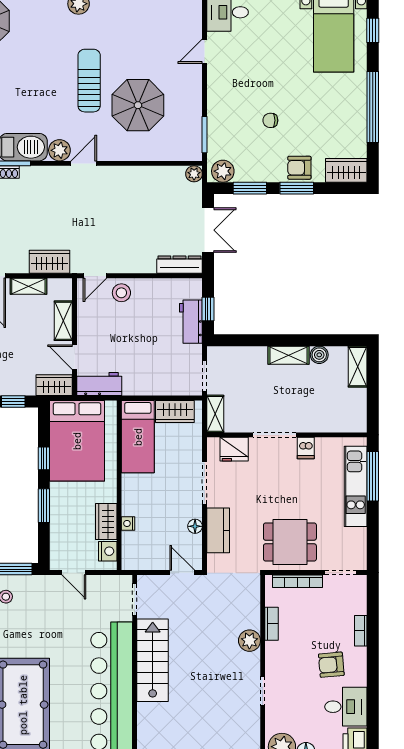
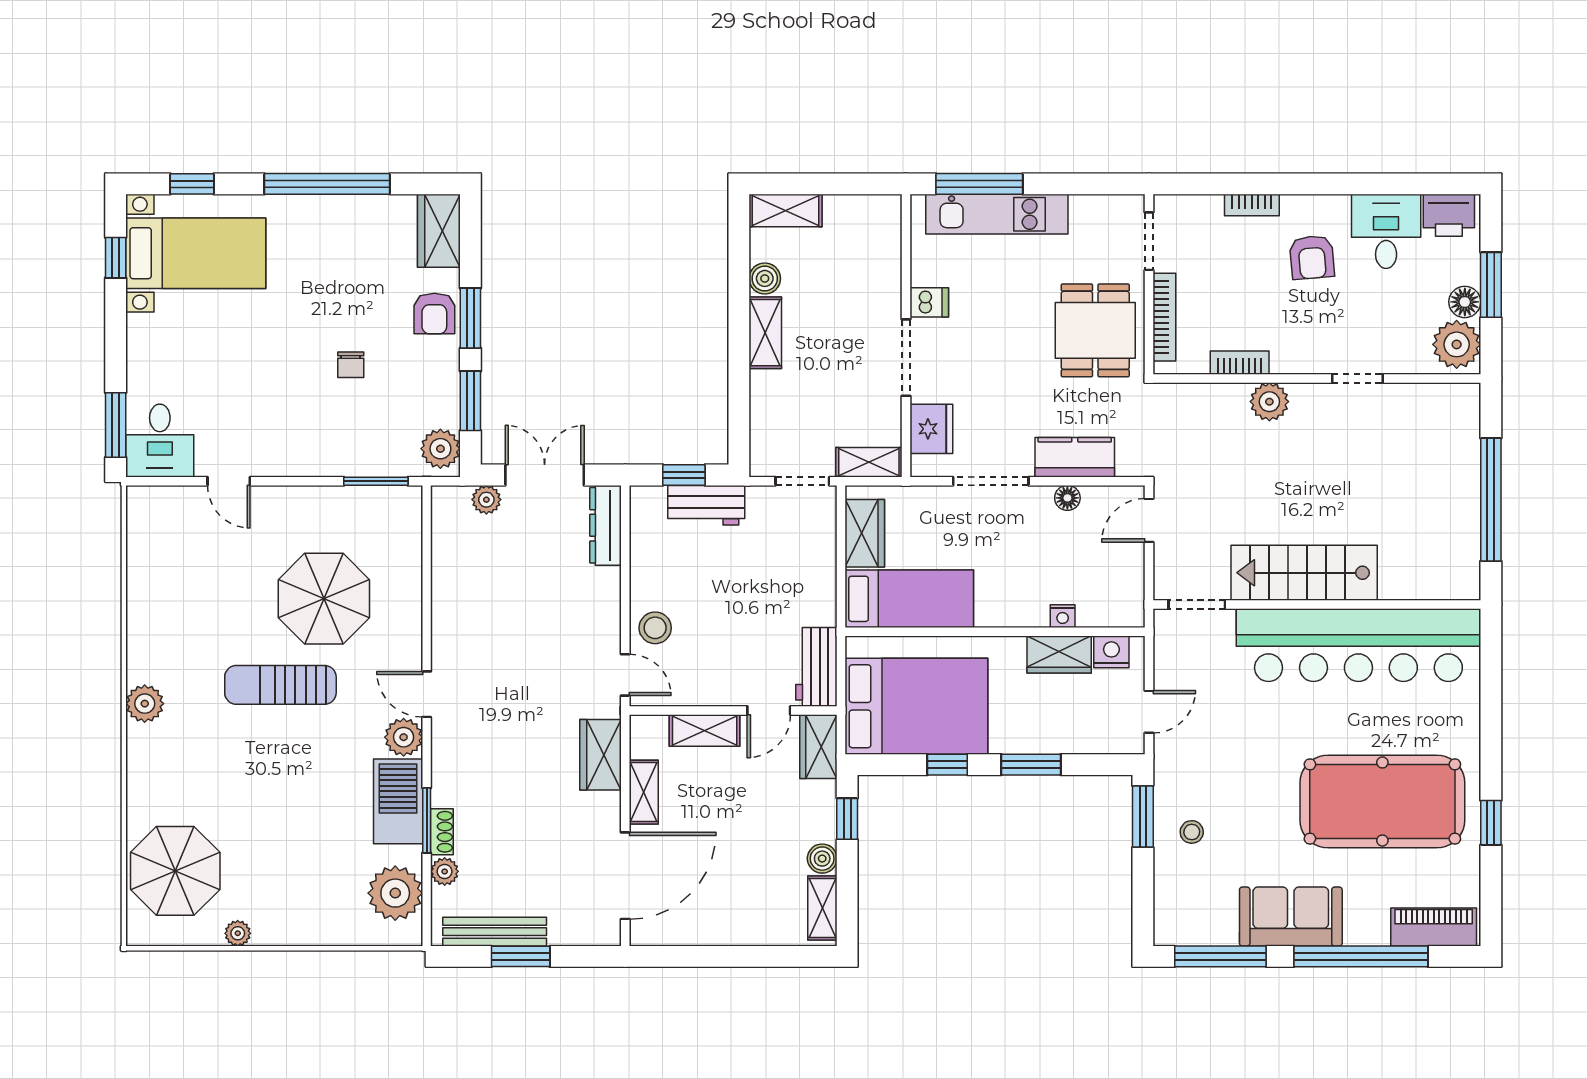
plant: (194, 174) -> (486, 500), moved

